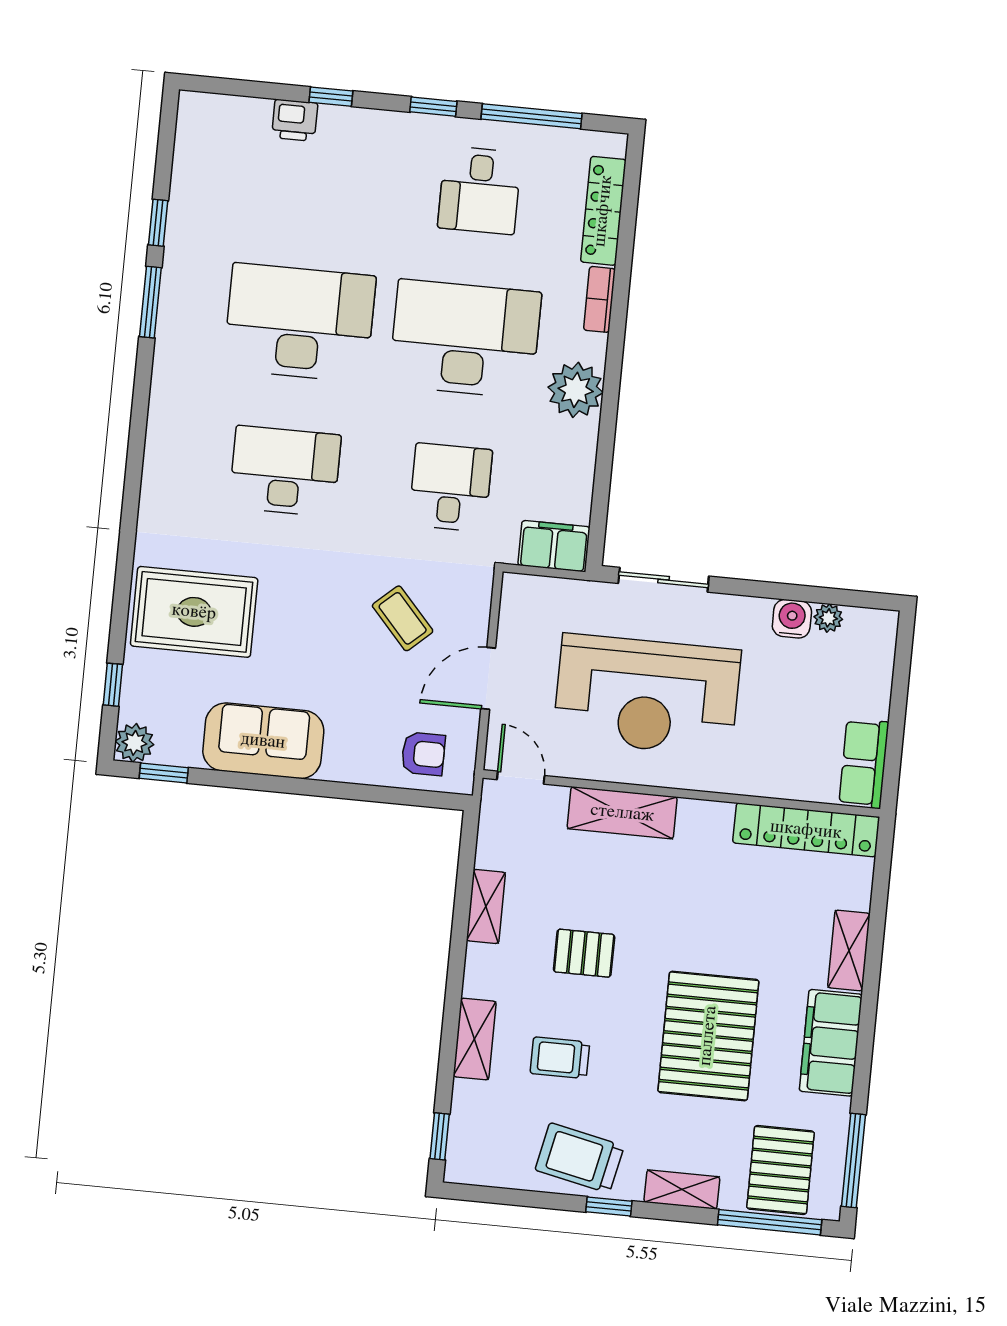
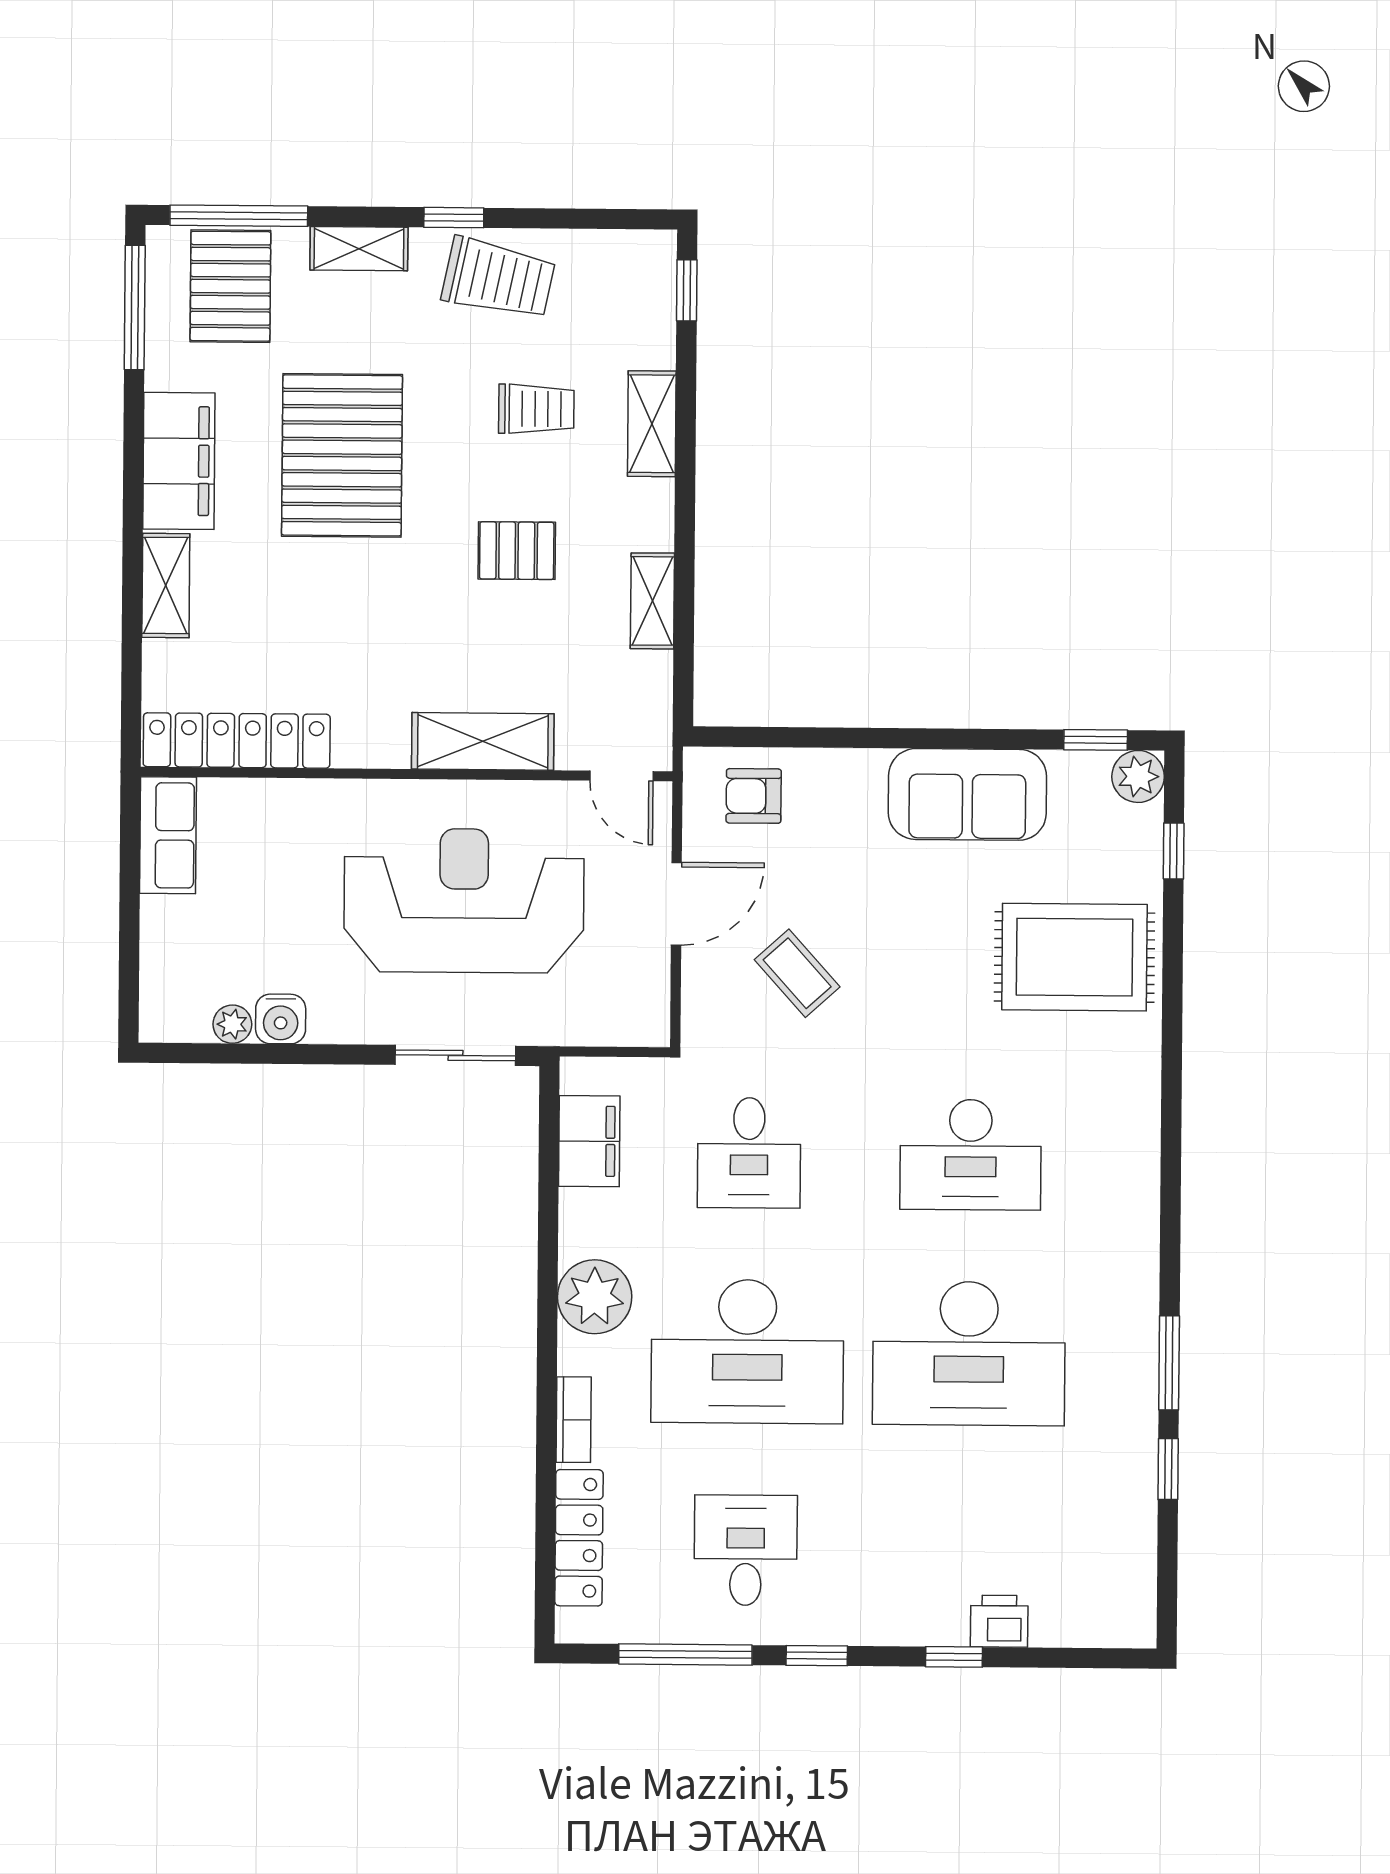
filing cabinet: (554, 546) -> (589, 1141), moved, turned -90

